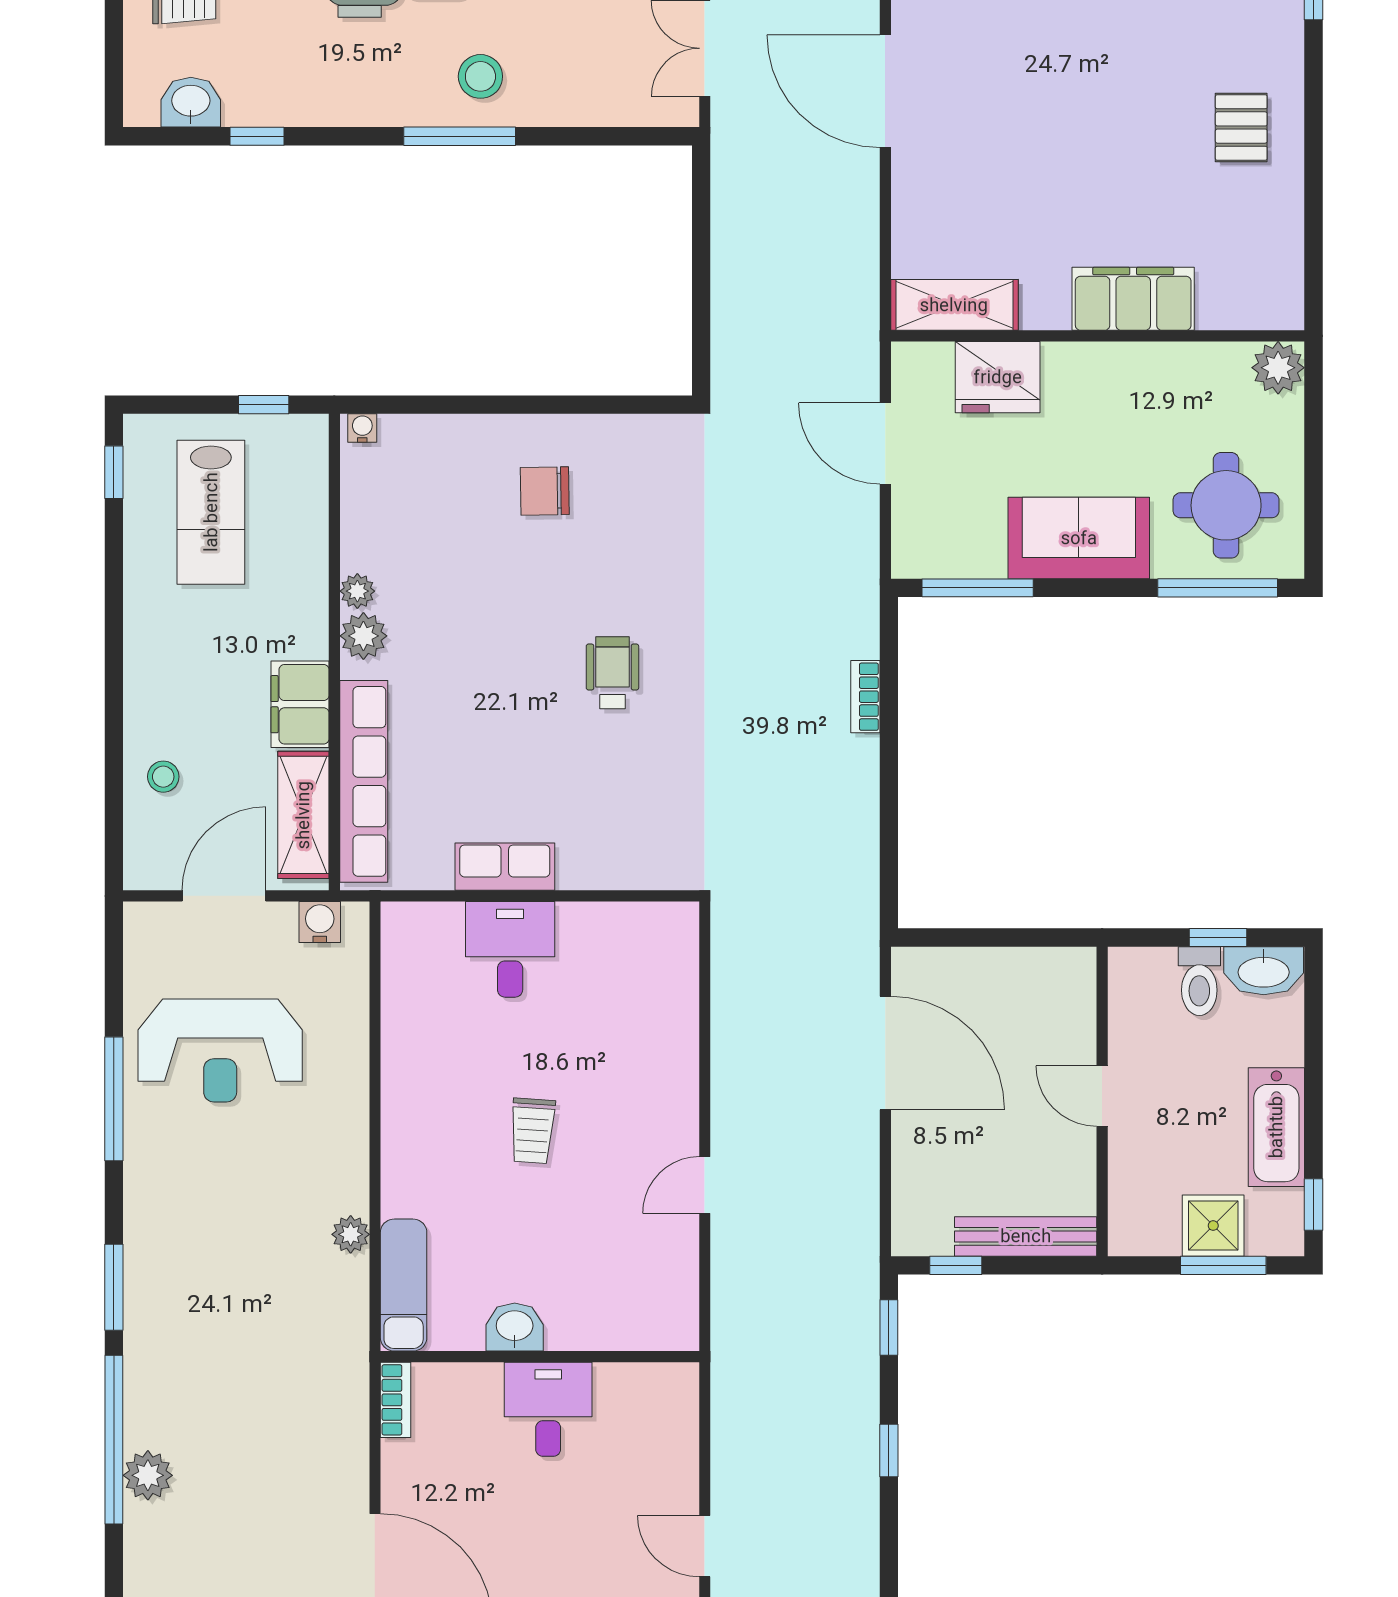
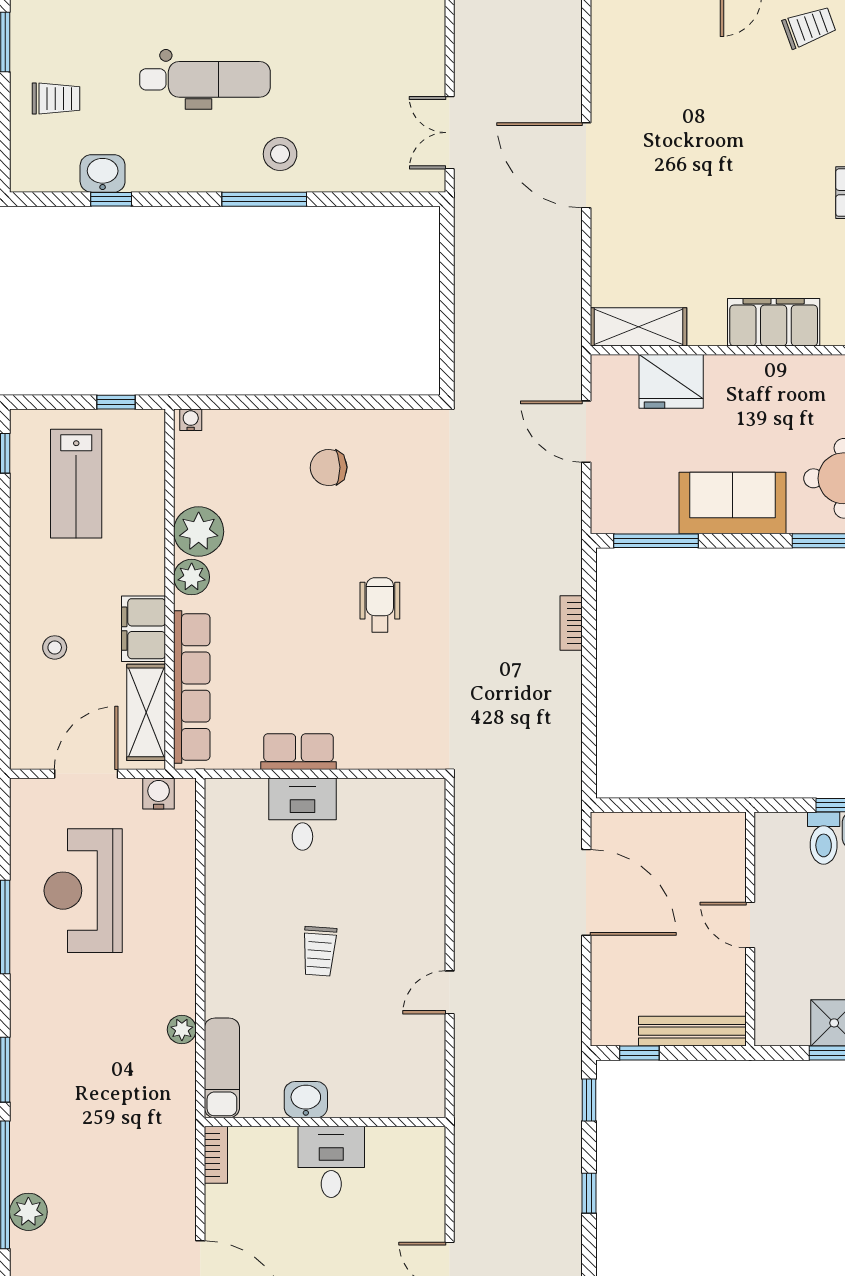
washbasin: (191, 102) -> (103, 173), moved
plant: (357, 591) -> (199, 532), width x1.88, depth x1.88
stool: (163, 777) -> (55, 647), moved
reception desk: (220, 1050) -> (83, 891), turned 90

